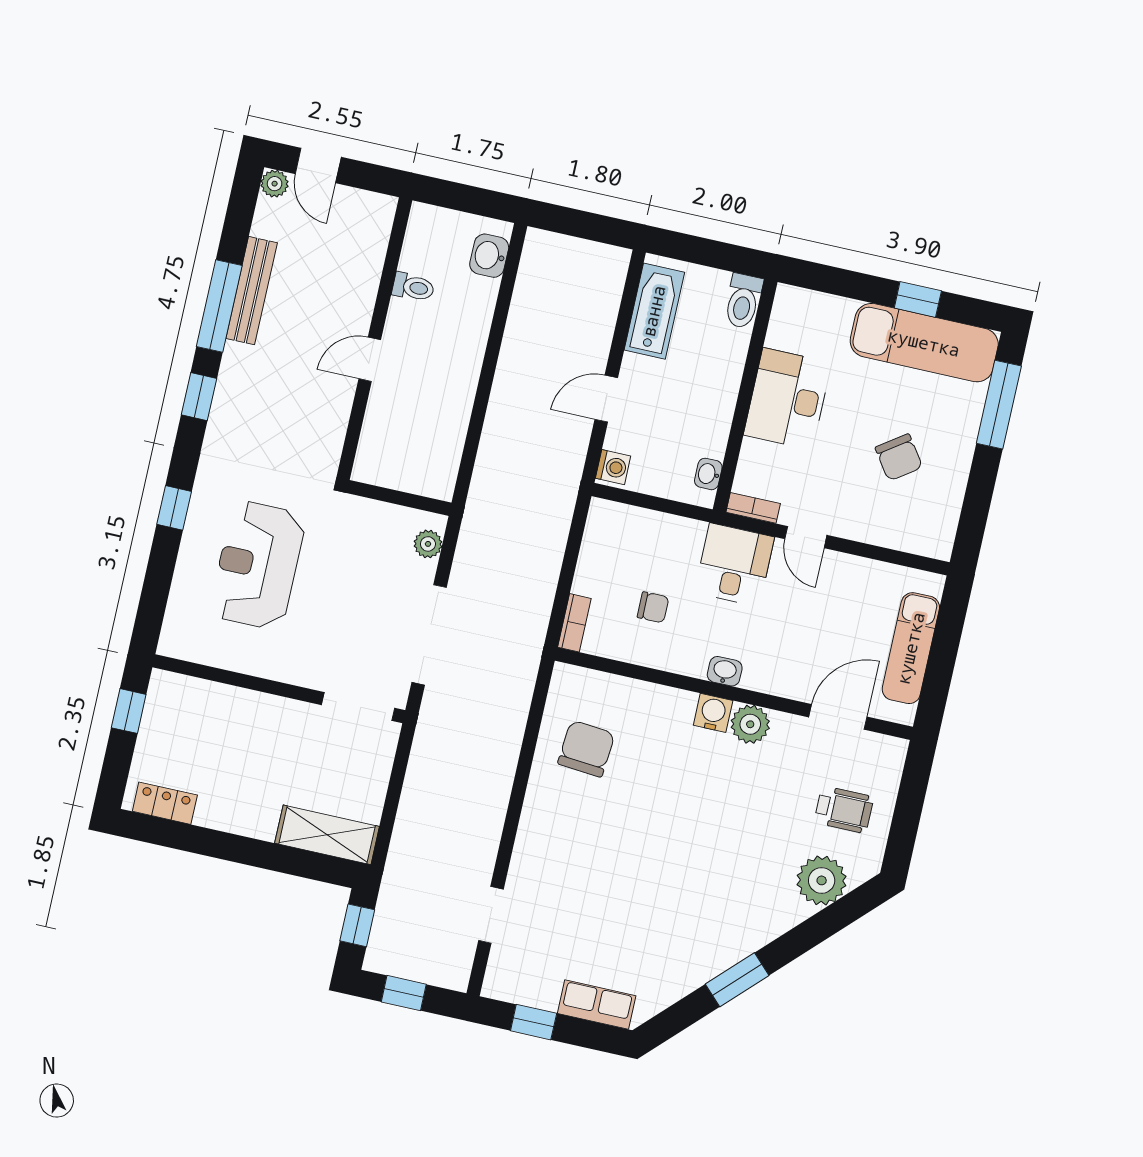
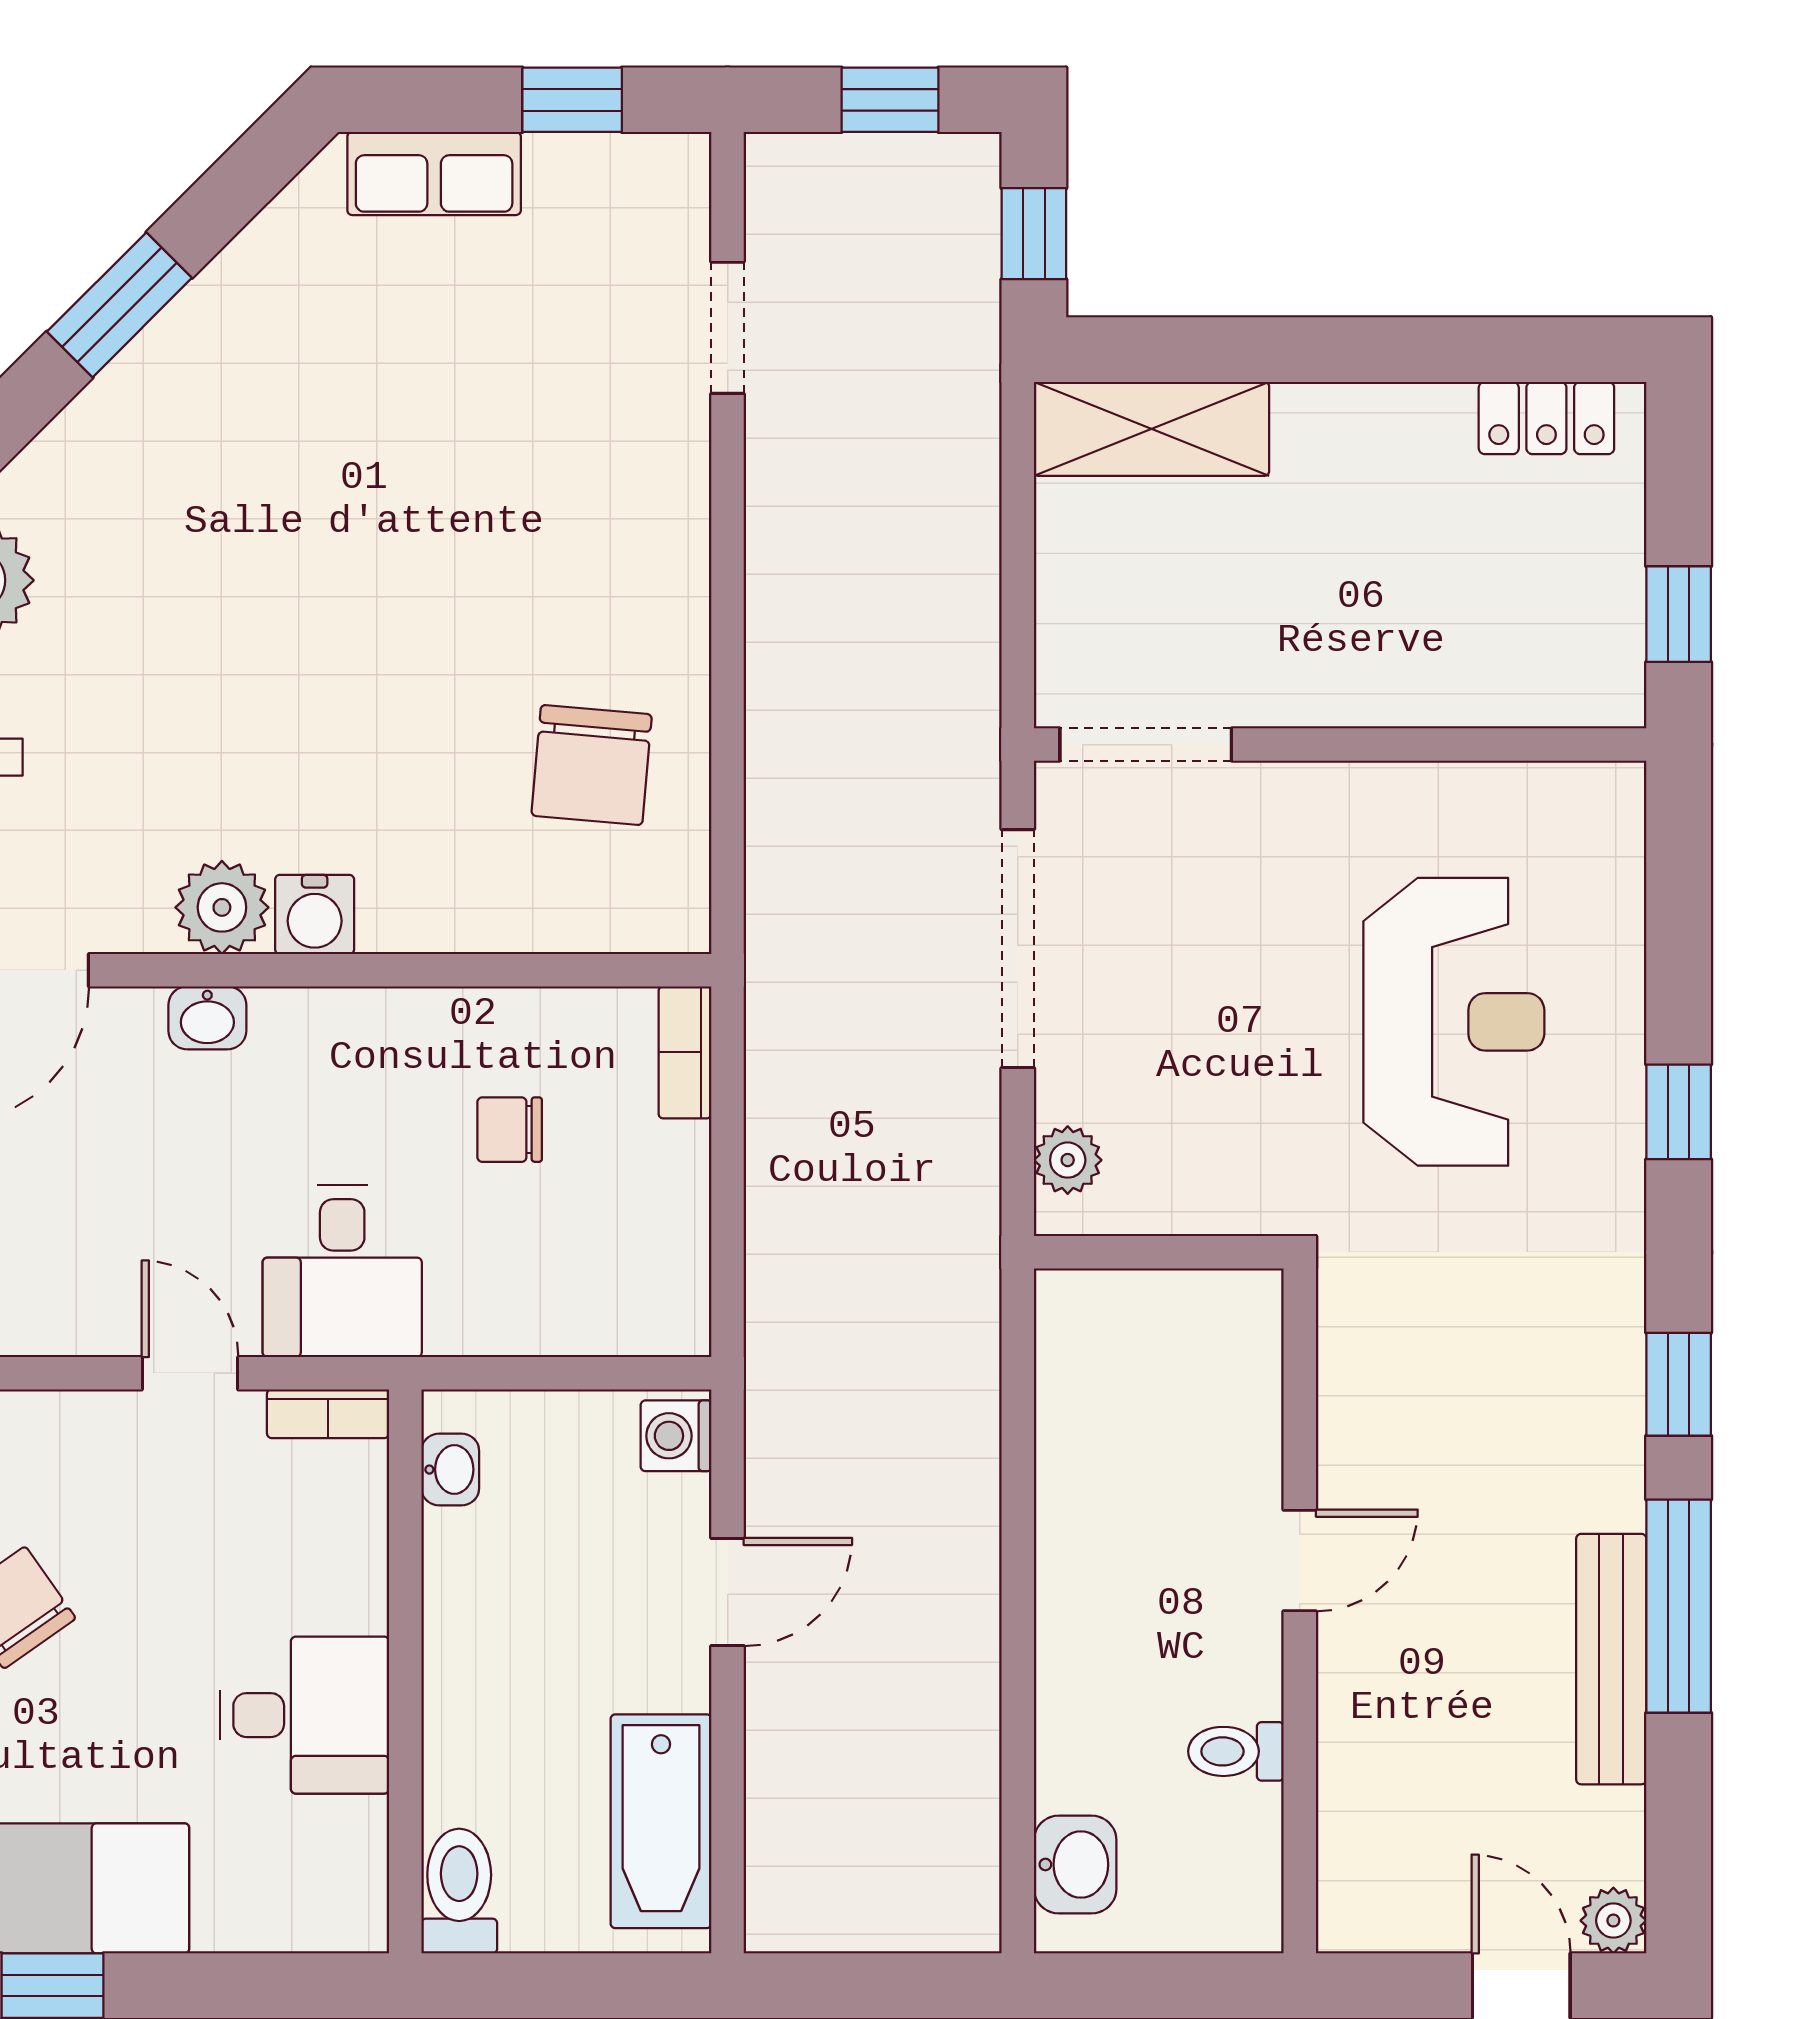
desk: (788, 399) -> (304, 1715), width x0.73
washbasin: (725, 671) -> (207, 1018), moved

